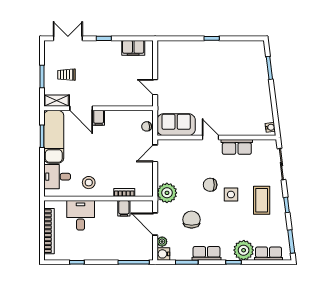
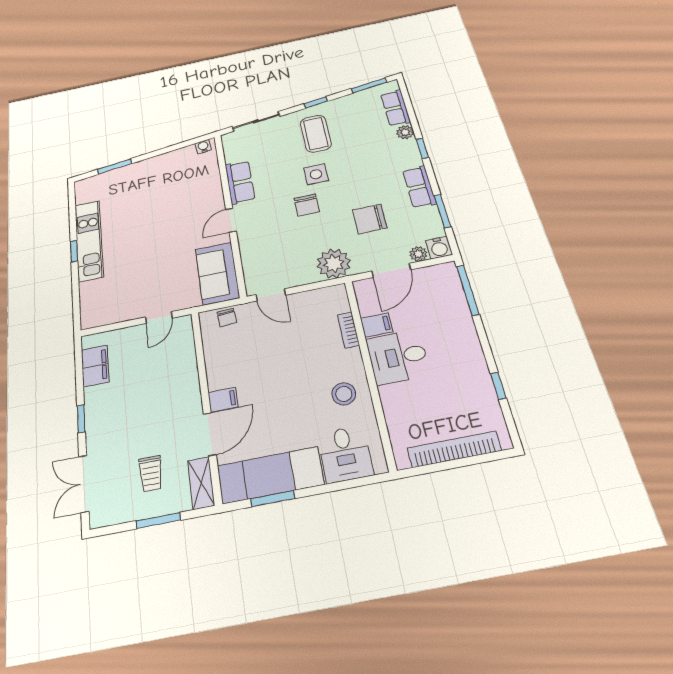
kitchen unit: (217, 48) -> (89, 240), added
coffee table: (262, 200) -> (316, 134), turned 90
desk: (81, 215) -> (398, 357), moved
plant: (244, 250) -> (405, 132), width x0.53, depth x0.53

